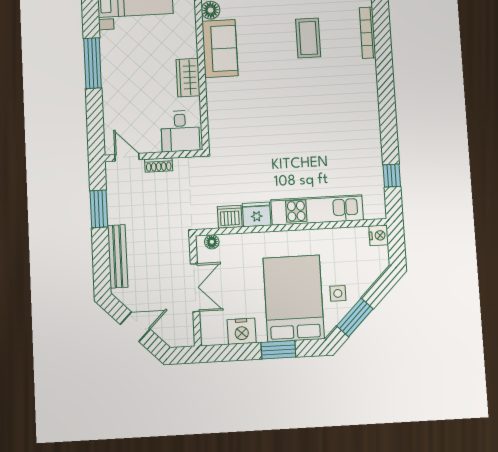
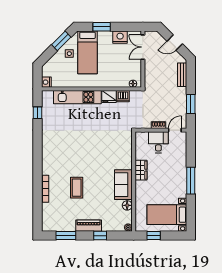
desk: (180, 131) -> (158, 142), moved
door: (127, 157) -> (175, 130), swing flipped
bench: (118, 256) -> (182, 75), width x0.73
double door: (195, 288) -> (143, 47), moved
bed: (294, 298) -> (87, 52), width x0.67

